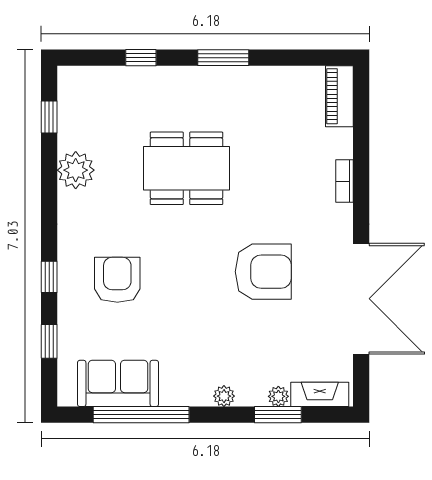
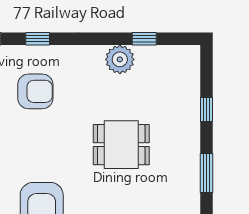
window: (49, 117) -> (144, 39), moved
dining table: (186, 168) -> (121, 145), width x0.73

